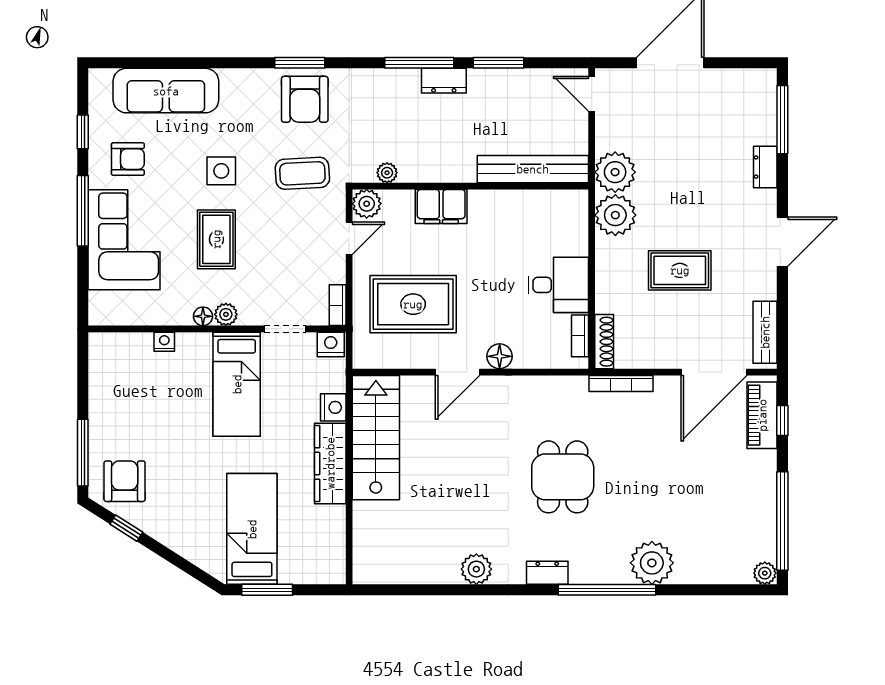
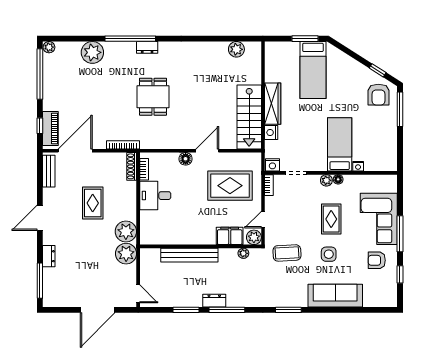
sofa: (166, 91) -> (335, 296), moved
armchair: (305, 99) -> (286, 291), removed
bench: (533, 169) -> (189, 255), moved
filing cabinet: (441, 207) -> (230, 236), moved
rug: (680, 270) -> (93, 203), turned 90
bed: (237, 384) -> (340, 144), moved
plant: (652, 563) -> (92, 52), moved
plant: (476, 569) -> (236, 49), moved
dresser: (547, 573) -> (147, 47), moved

